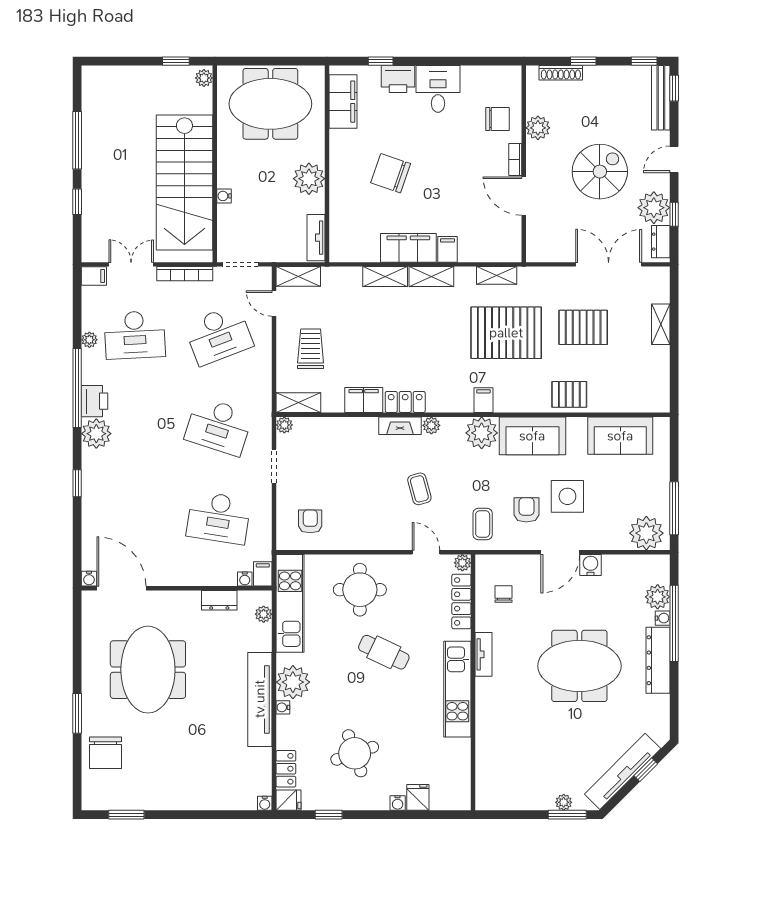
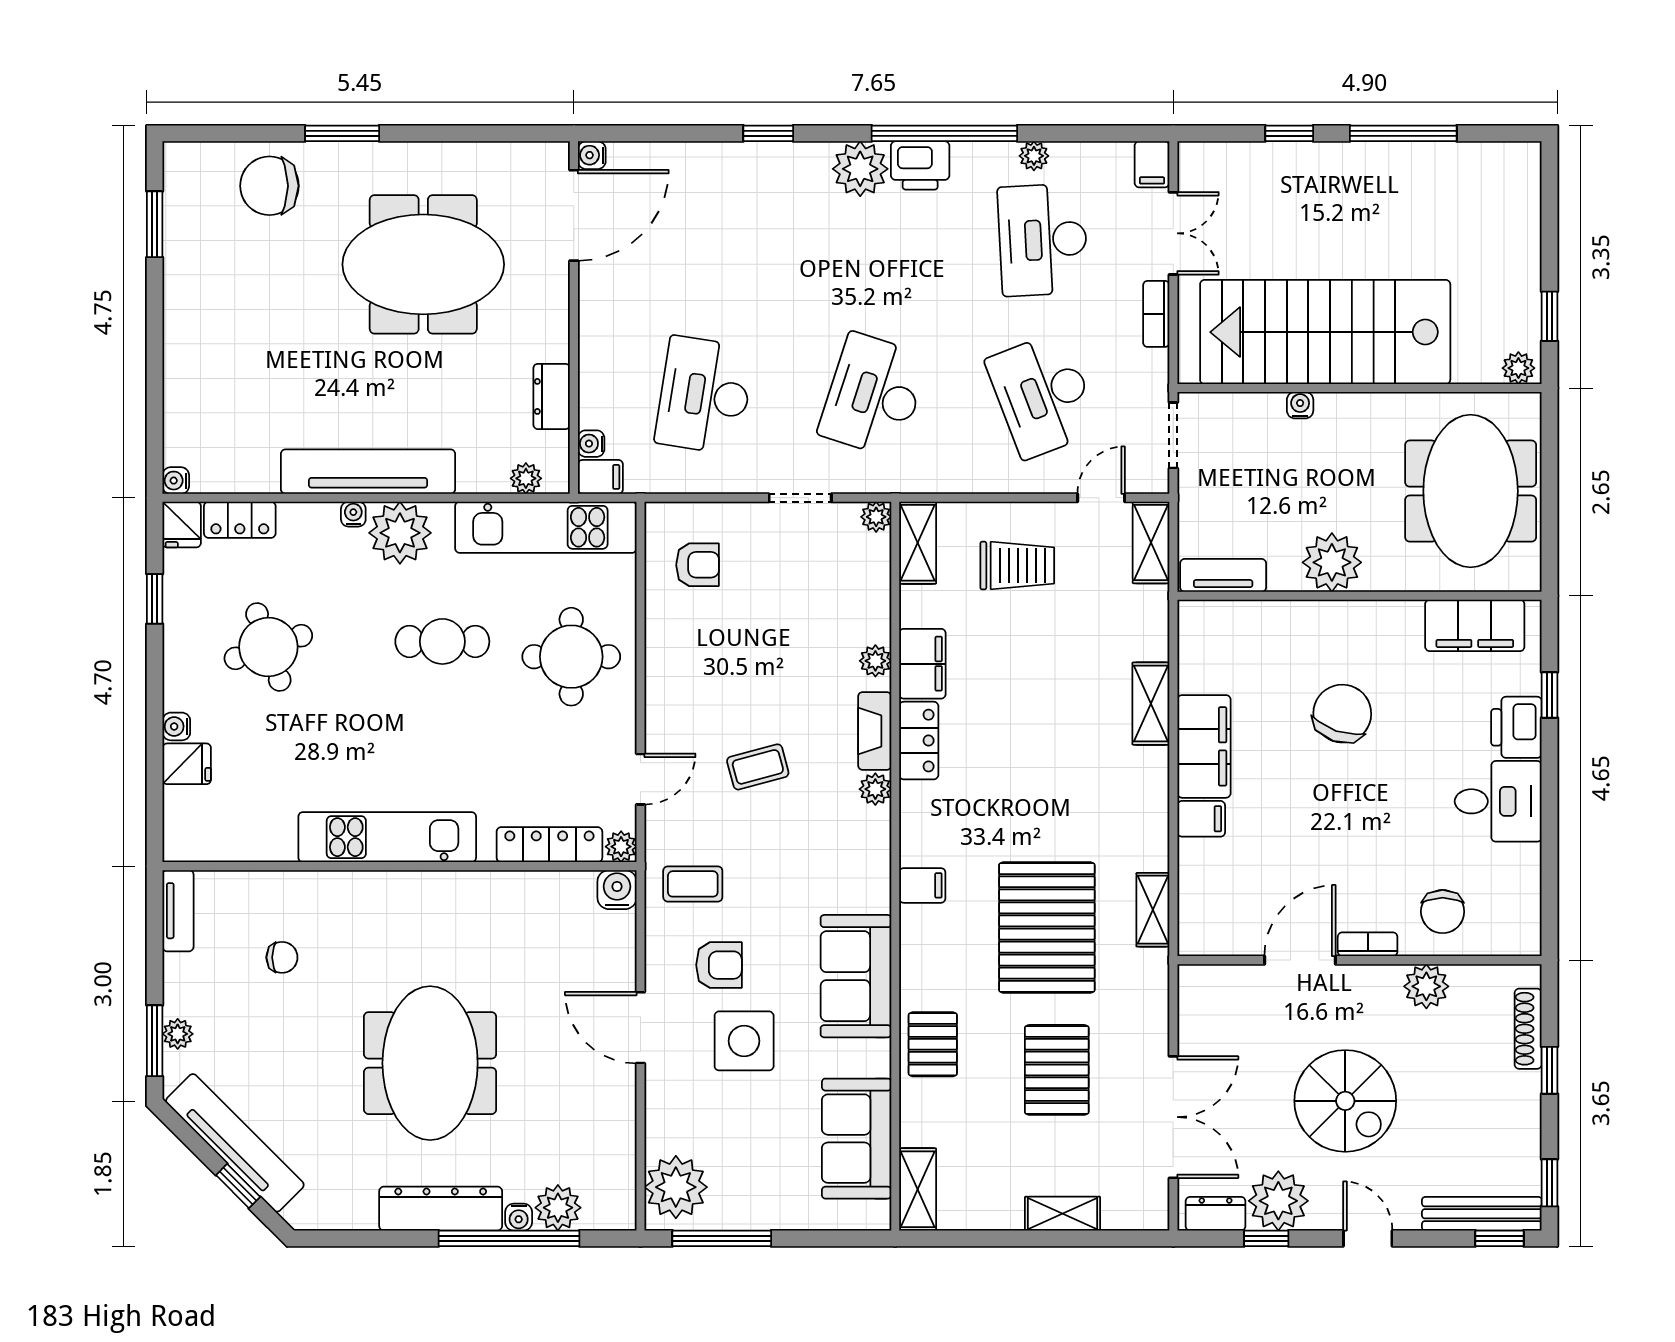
bookcase: (185, 274) -> (1156, 314), width x0.64
shelving: (431, 277) -> (918, 1189), moved
plant: (482, 433) -> (875, 661), moved, width x0.53, depth x0.53
water cooler: (591, 565) -> (617, 890), moved, turned -90
chair: (503, 594) -> (282, 957), moved
cafe table: (384, 652) -> (442, 641), moved, turned 65
tv unit: (484, 654) -> (178, 911), moved, turned -90

